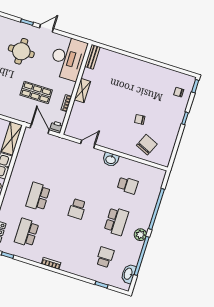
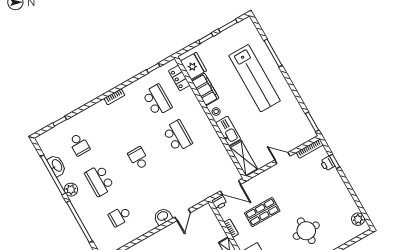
washbasin: (111, 159) -> (163, 216), moved
washbasin: (128, 274) -> (57, 166), moved

